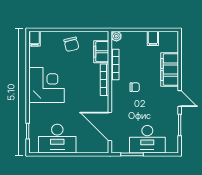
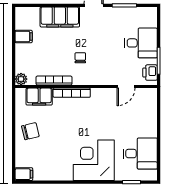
corner desk: (46, 85) -> (94, 160), moved
door: (110, 126) -> (126, 86), width x0.53
desk: (57, 139) -> (140, 154), width x0.73
desk: (147, 139) -> (141, 43), width x0.73
printer: (122, 147) -> (150, 73), added

